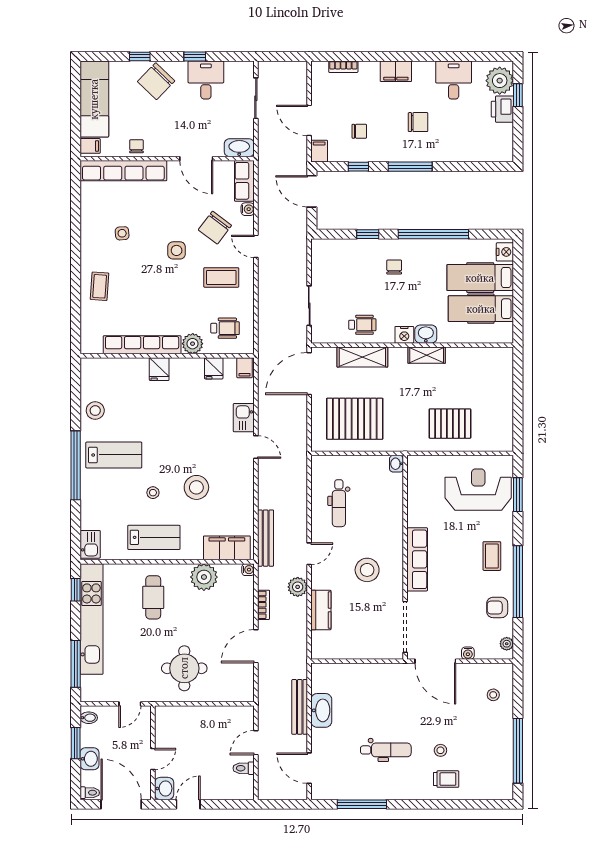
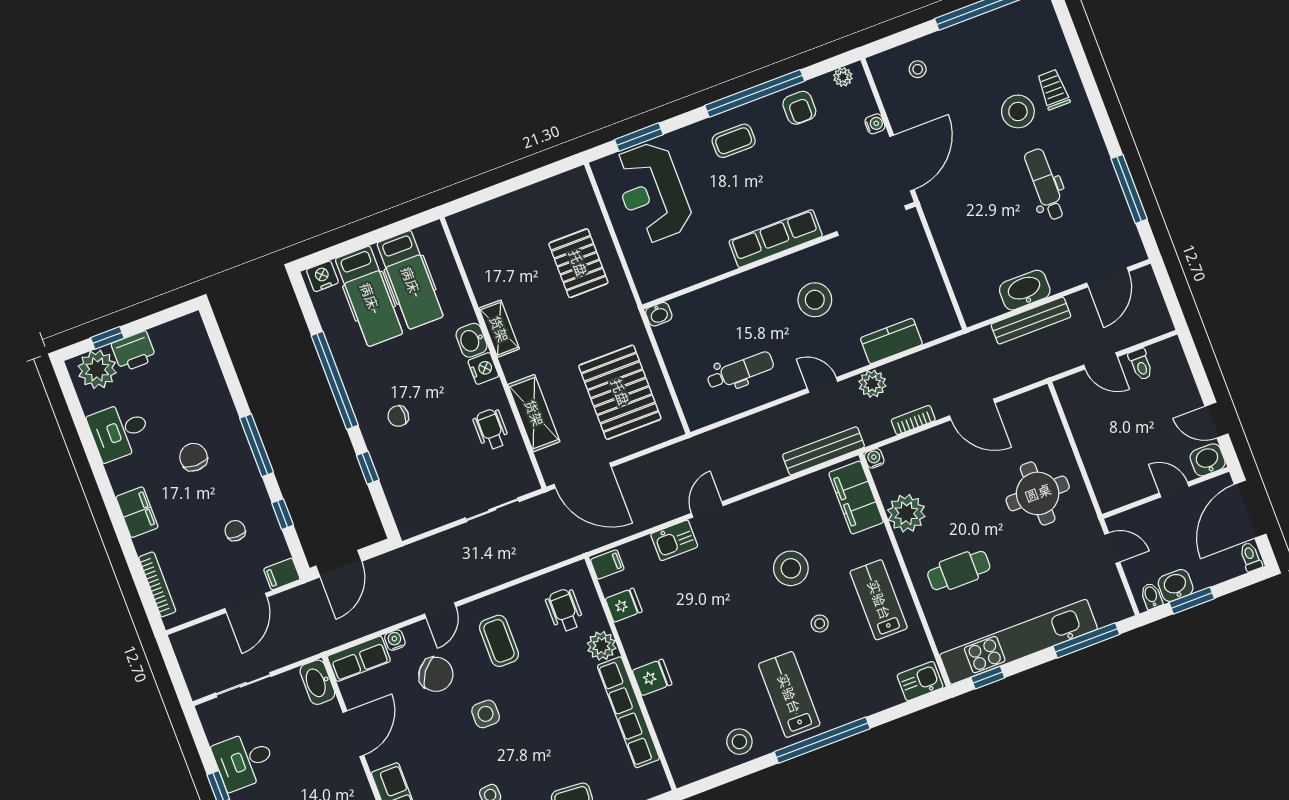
bookcase: (343, 67) -> (157, 584), width x1.56
stool: (440, 750) -> (1018, 111), width x1.89, depth x1.89
washbasin: (90, 759) -> (1176, 585), moved

